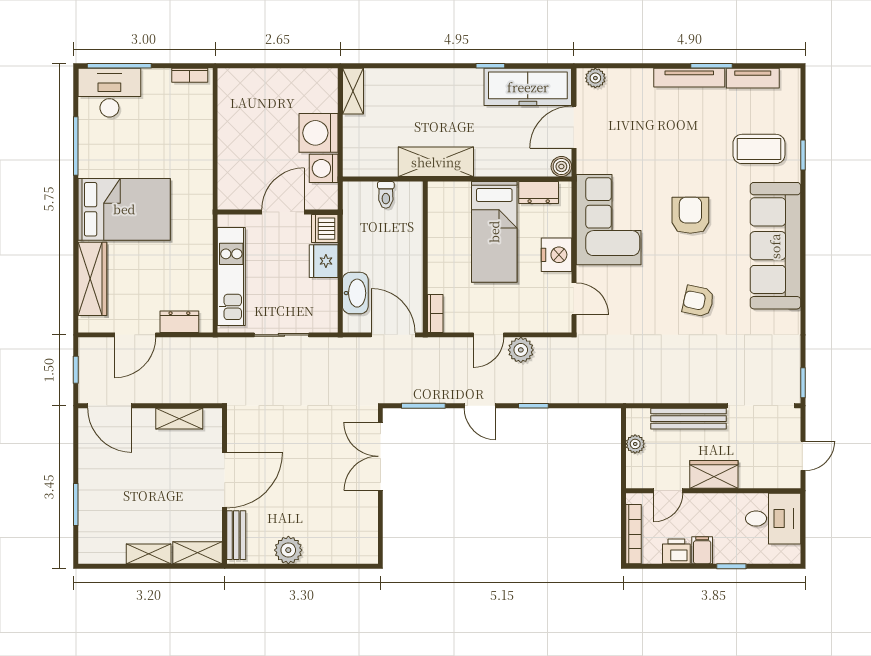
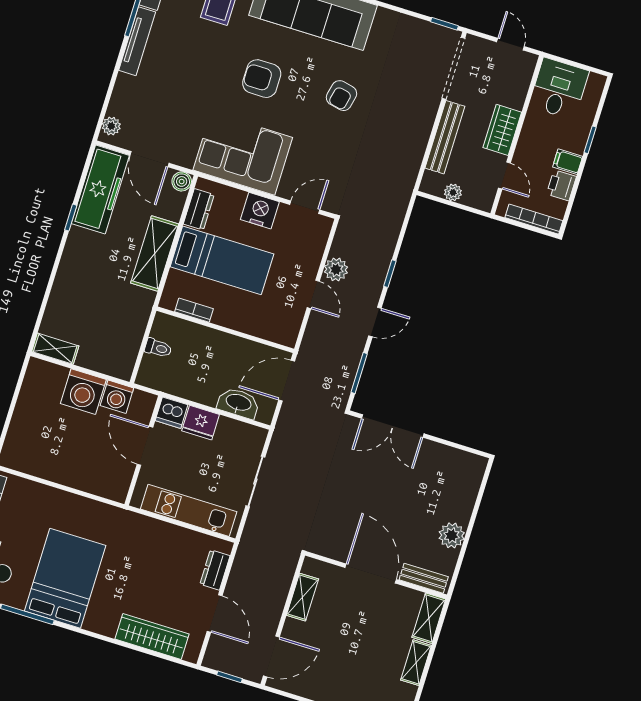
shelving: (436, 162) -> (155, 253), moved
bed: (124, 209) -> (65, 578), moved
bookcase: (435, 313) -> (194, 310), moved

